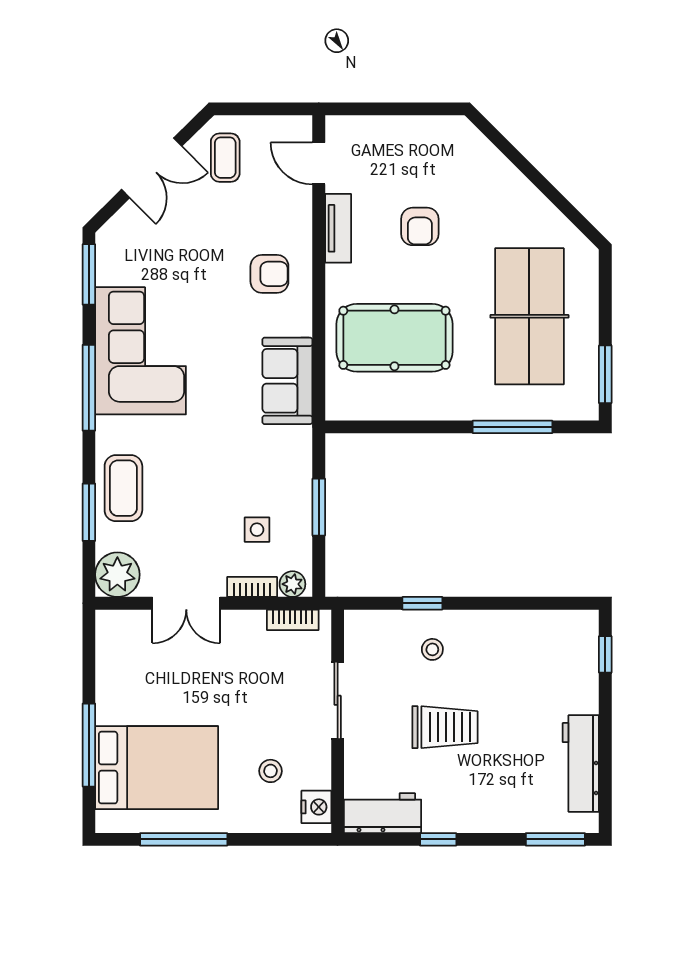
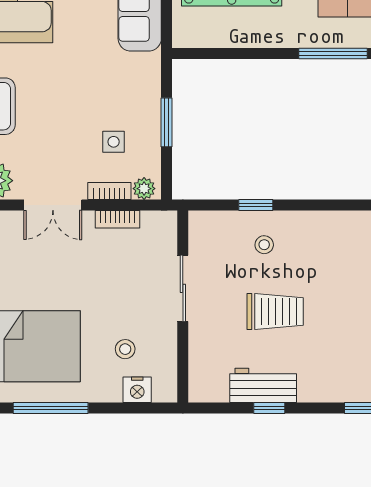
bookcase: (293, 620) -> (118, 219), moved
nightstand: (316, 807) -> (137, 390), moved, turned 90
workbench: (383, 813) -> (263, 385), moved

